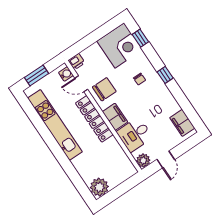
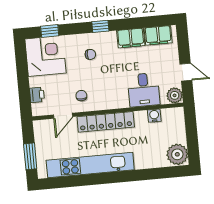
printer: (76, 62) -> (37, 95), moved
water cooler: (66, 74) -> (154, 116), moved
chair: (104, 89) -> (81, 96), width x0.54, depth x0.54
filing cabinet: (115, 117) -> (131, 38), moved, turned 180

